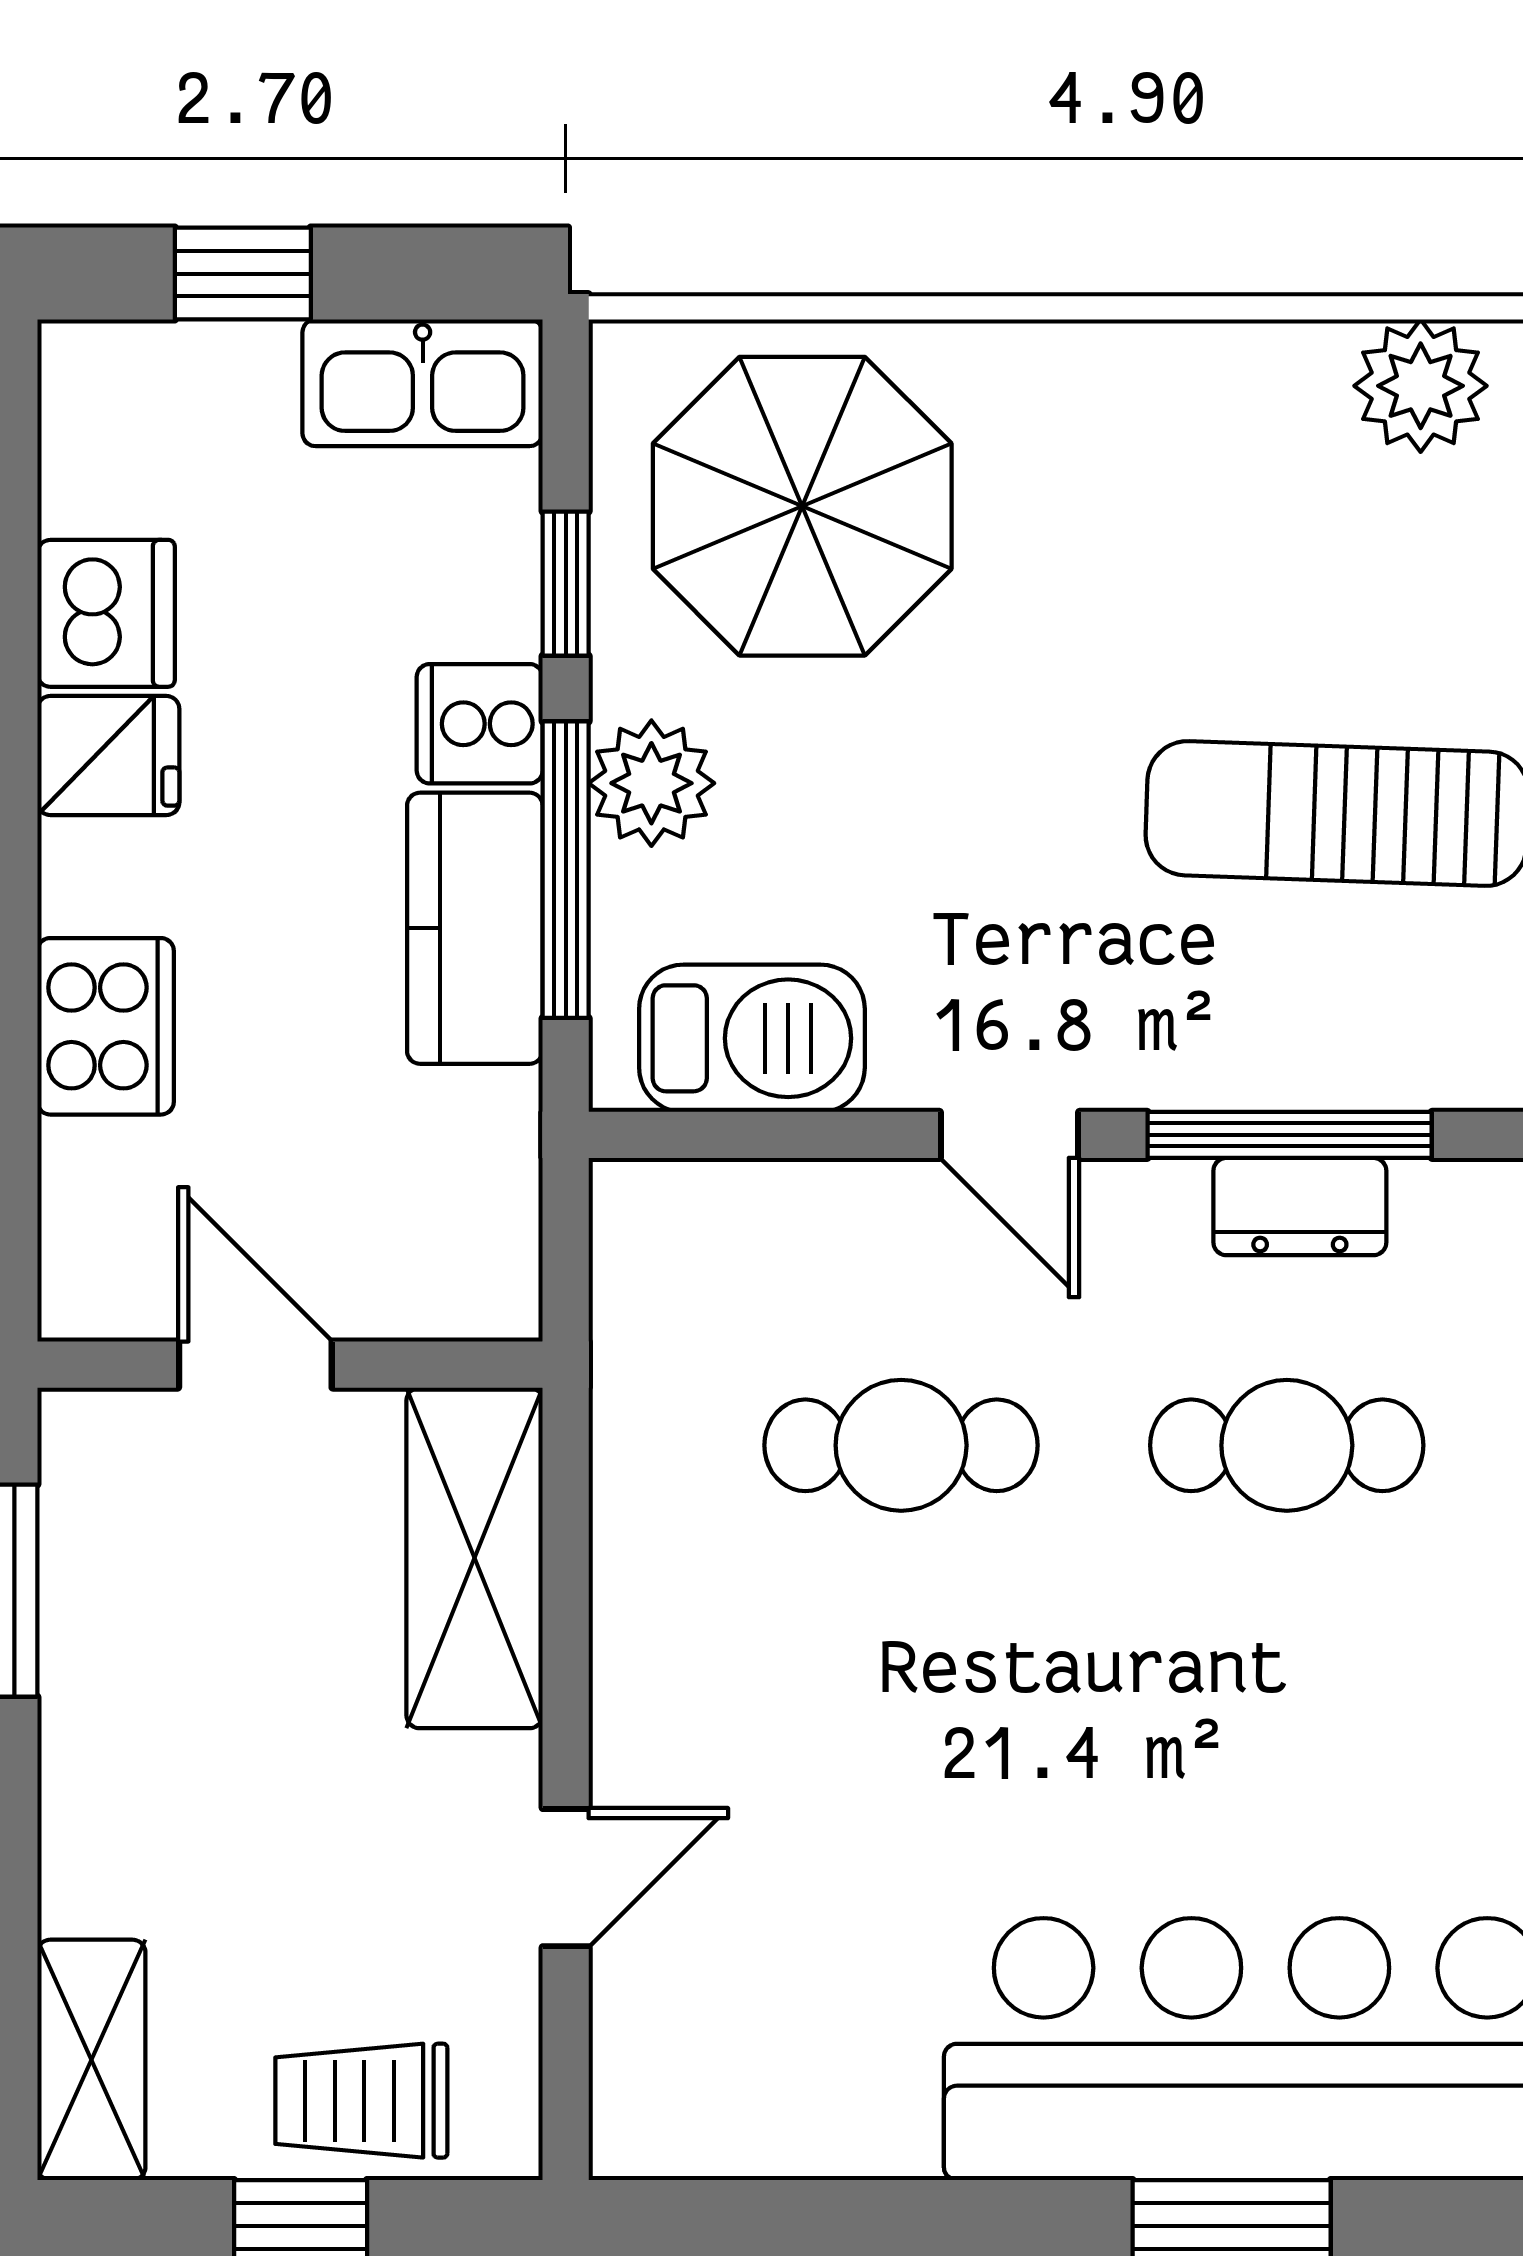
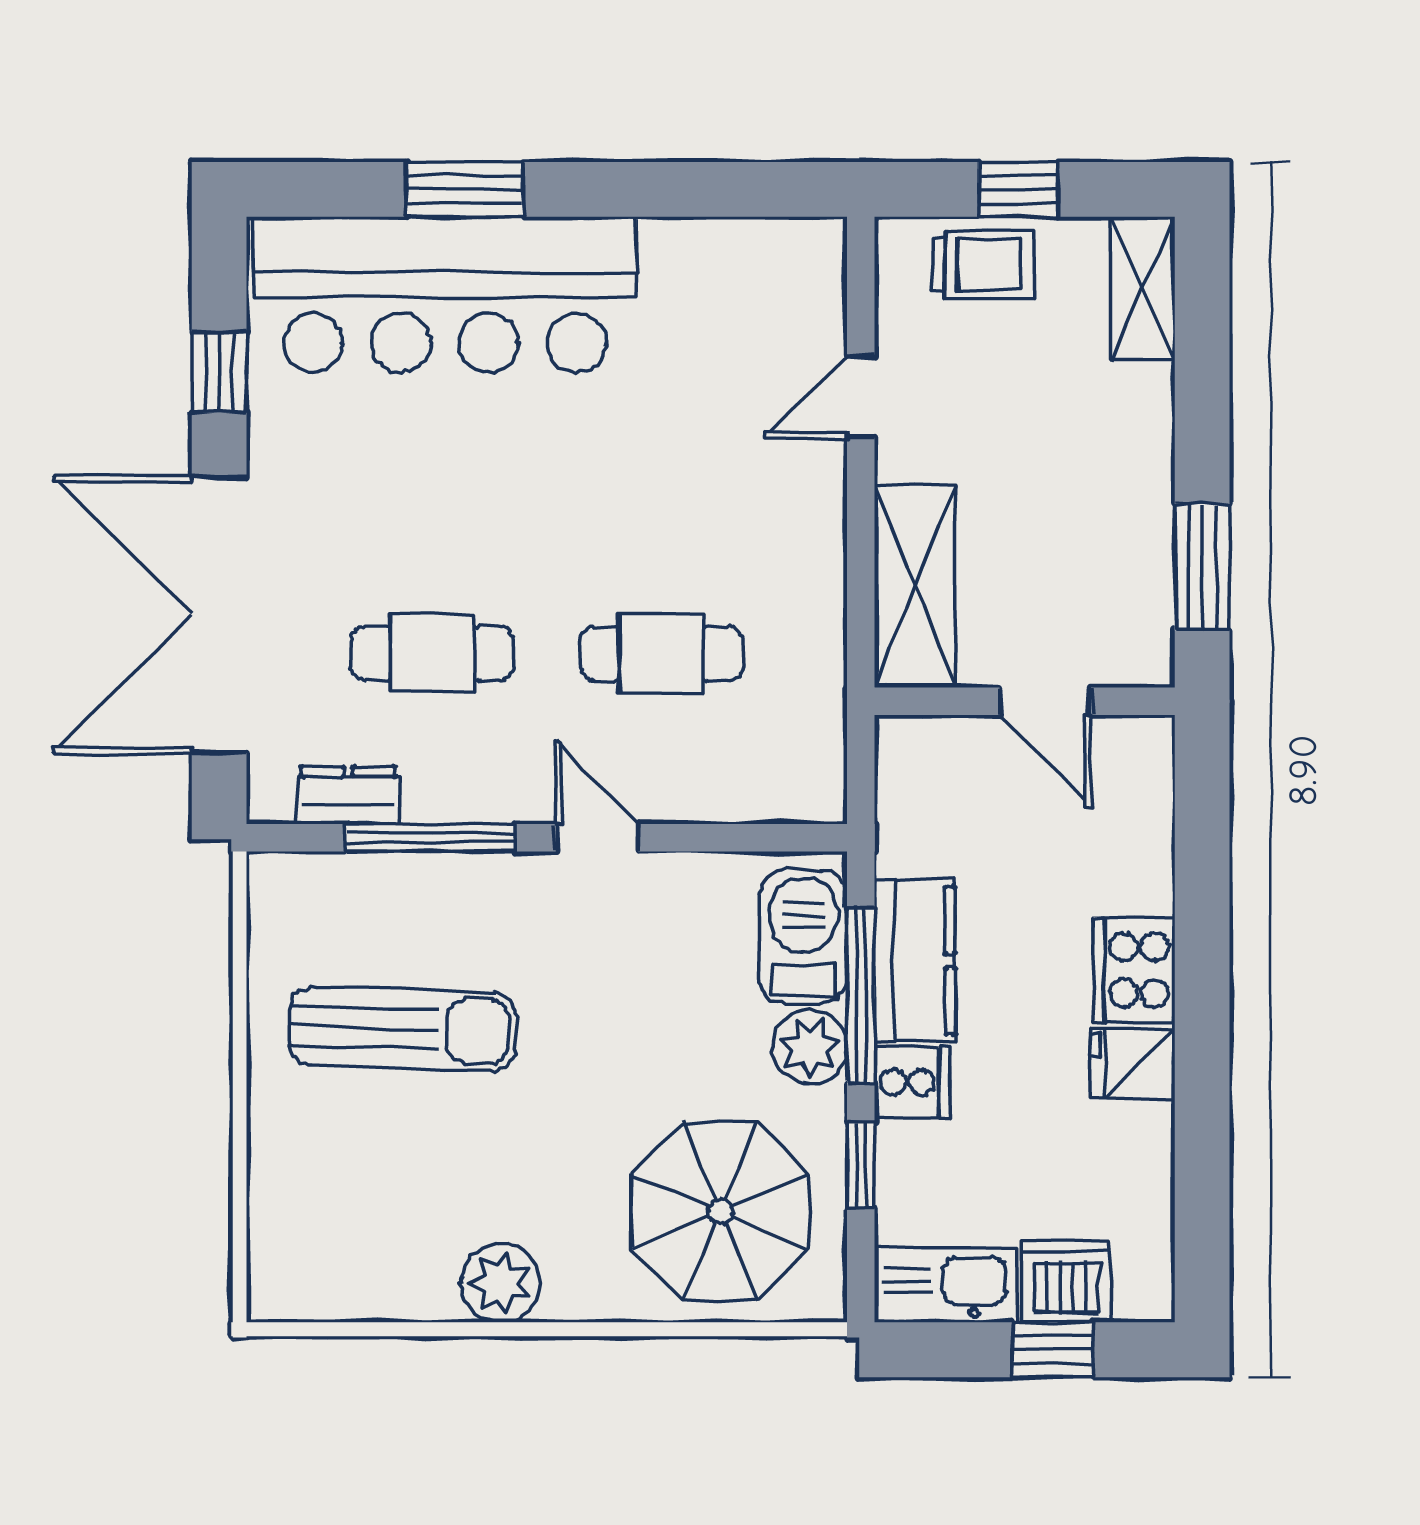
plant: (1421, 386) -> (500, 1283), moved
dishwasher: (106, 613) -> (1066, 1282), moved, turned 90
cooker: (106, 1026) -> (1134, 970), moved
barbecue: (752, 1038) -> (803, 937), moved, turned 90
dresser: (1300, 1207) -> (348, 795), moved

